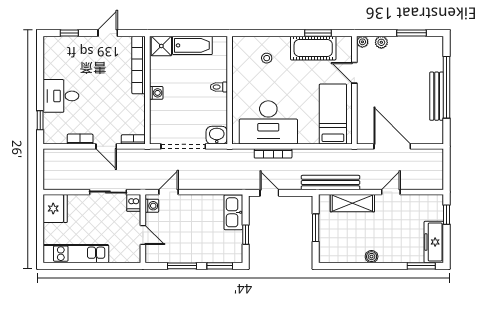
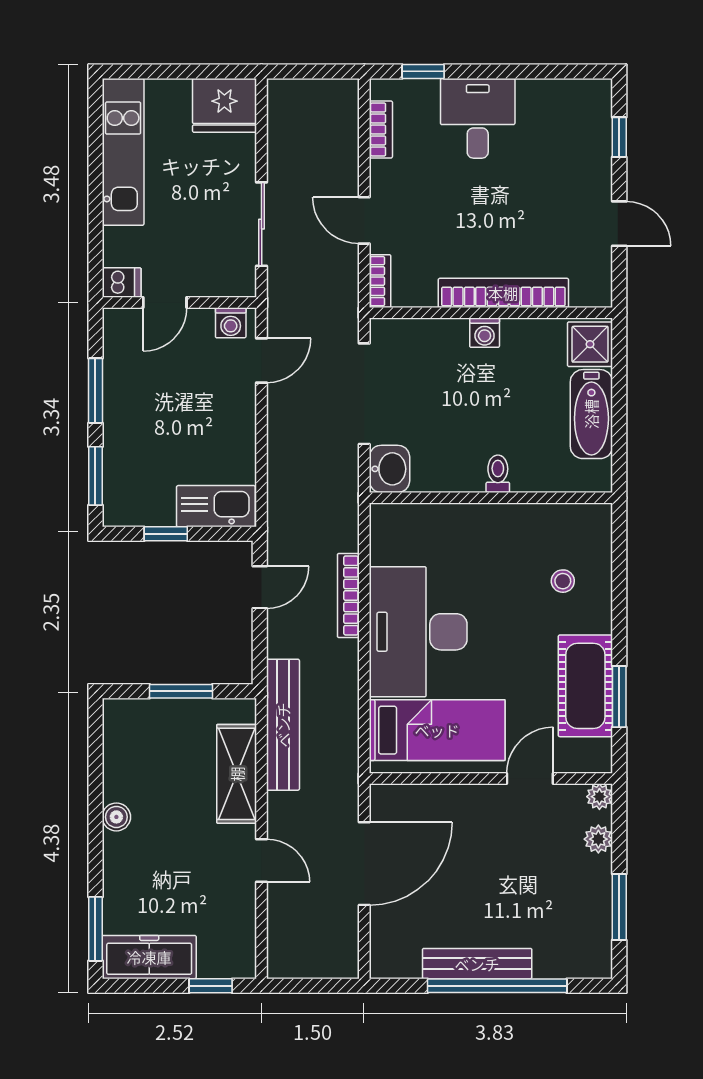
bookcase: (139, 65) -> (503, 293), moved
desk: (268, 122) -> (418, 632), moved
bookcase: (80, 139) -> (381, 129), moved
door: (106, 146) -> (364, 220), hinge flipped
door: (169, 192) -> (262, 360), hinge flipped
dishwasher: (134, 203) -> (122, 283), moved, turned 180

